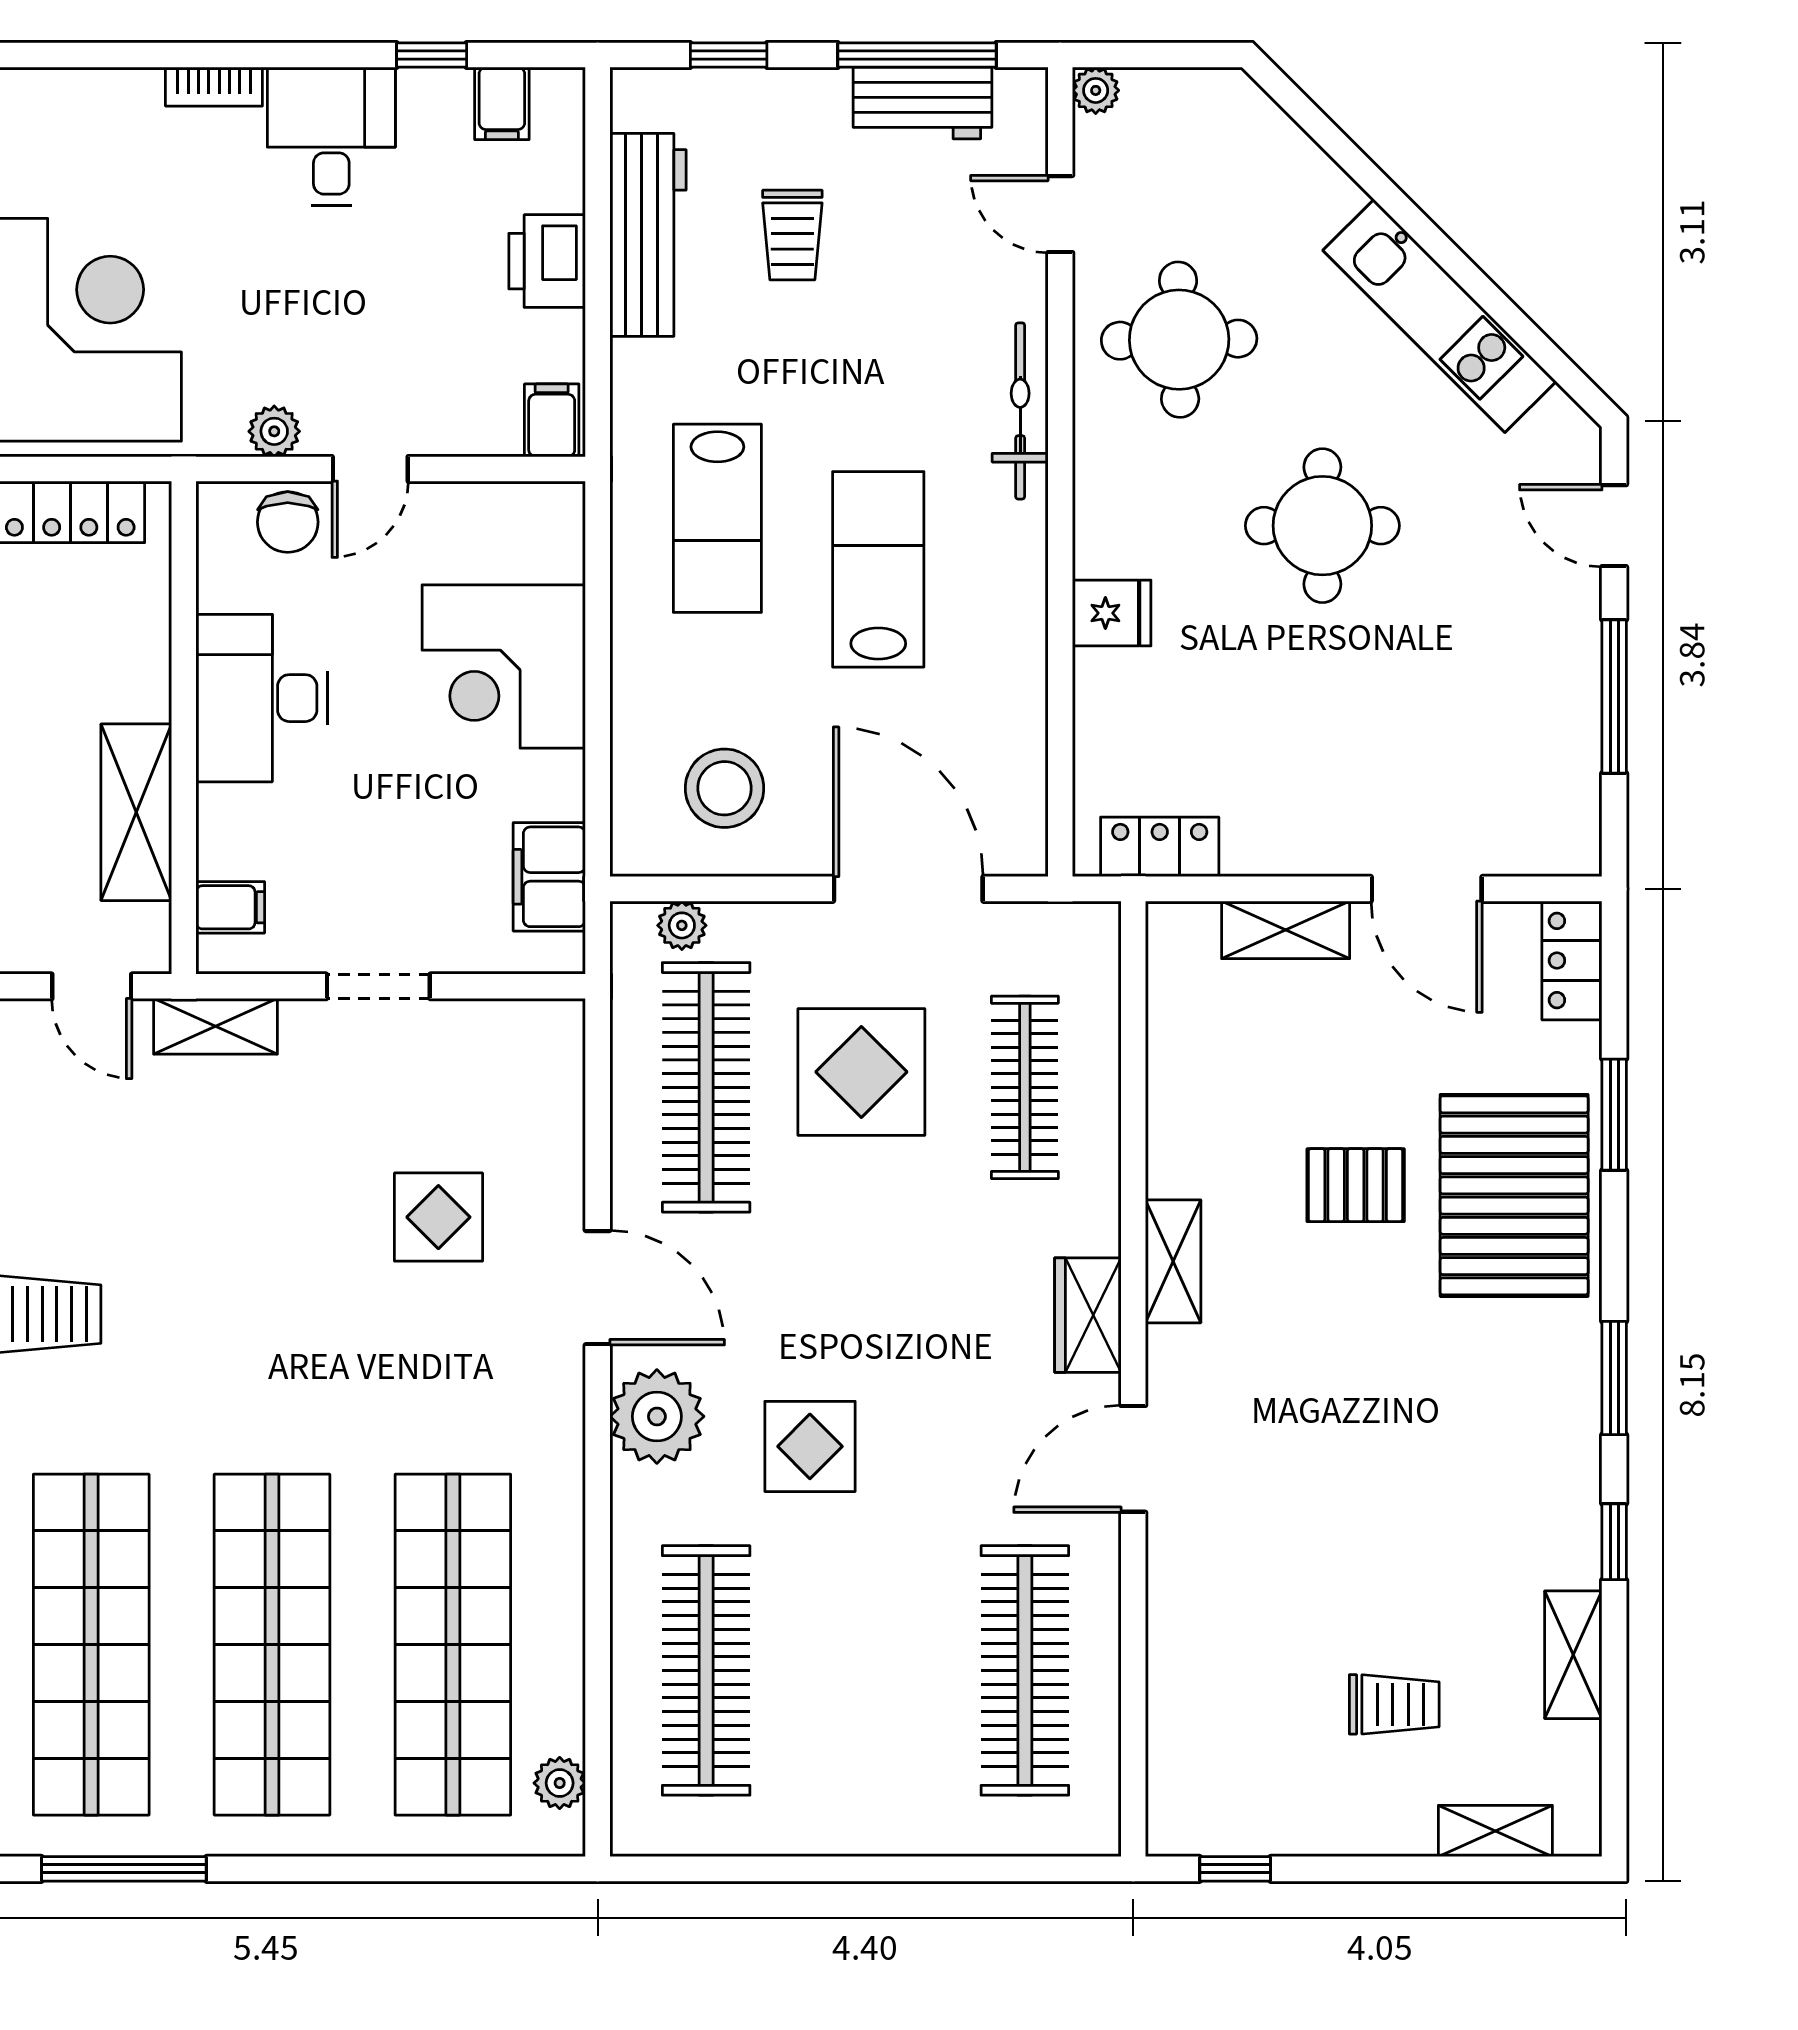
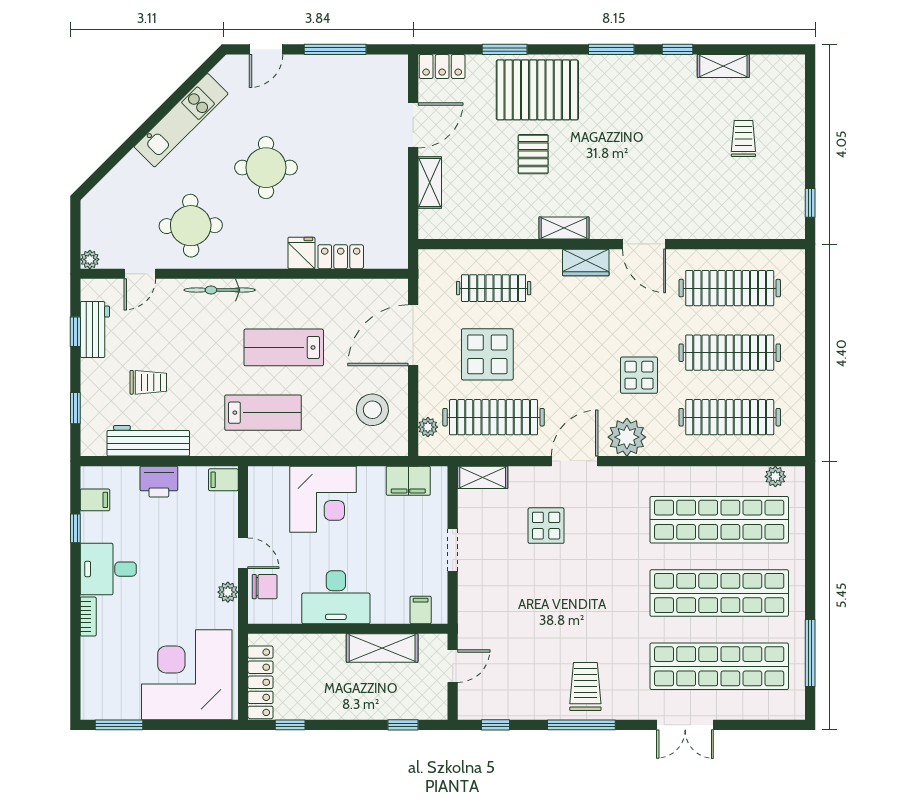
window: (917, 55) -> (75, 332), width x0.46
locker: (1160, 847) -> (341, 257), moved, turned 90
shelving: (215, 1026) -> (483, 477), moved, turned 90
clothes rail: (865, 1670) -> (730, 353), added
shelving: (1495, 1831) -> (795, 98), removed

